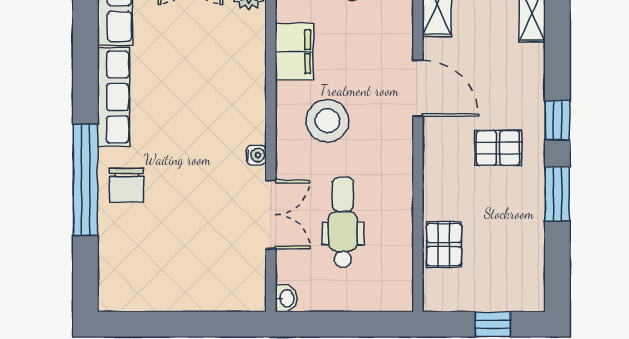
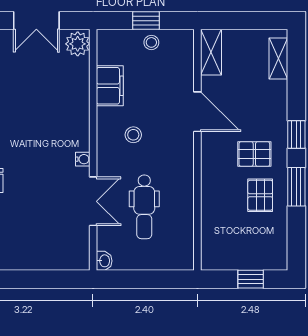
stool: (327, 121) -> (133, 135), width x0.53, depth x0.53
dental chair: (343, 222) -> (144, 207), turned 180
pallet: (444, 245) -> (260, 195), moved

